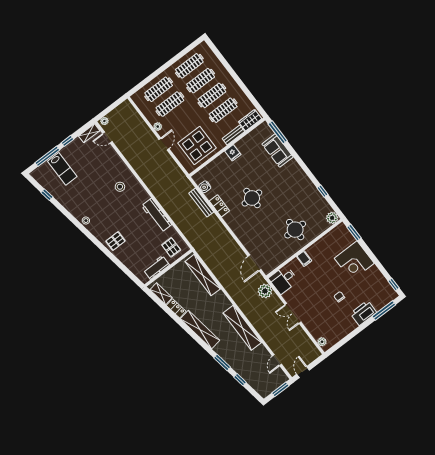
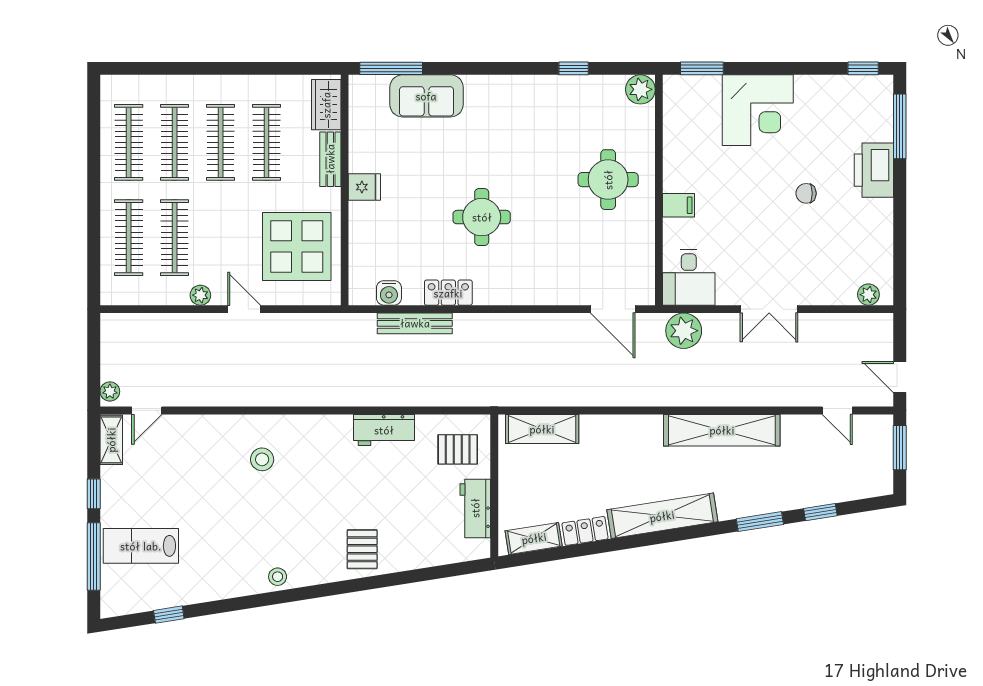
lab bench: (62, 169) -> (141, 546), turned 180
workbench: (157, 215) -> (384, 430), width x0.73
shelving: (203, 275) -> (542, 429), width x0.68

